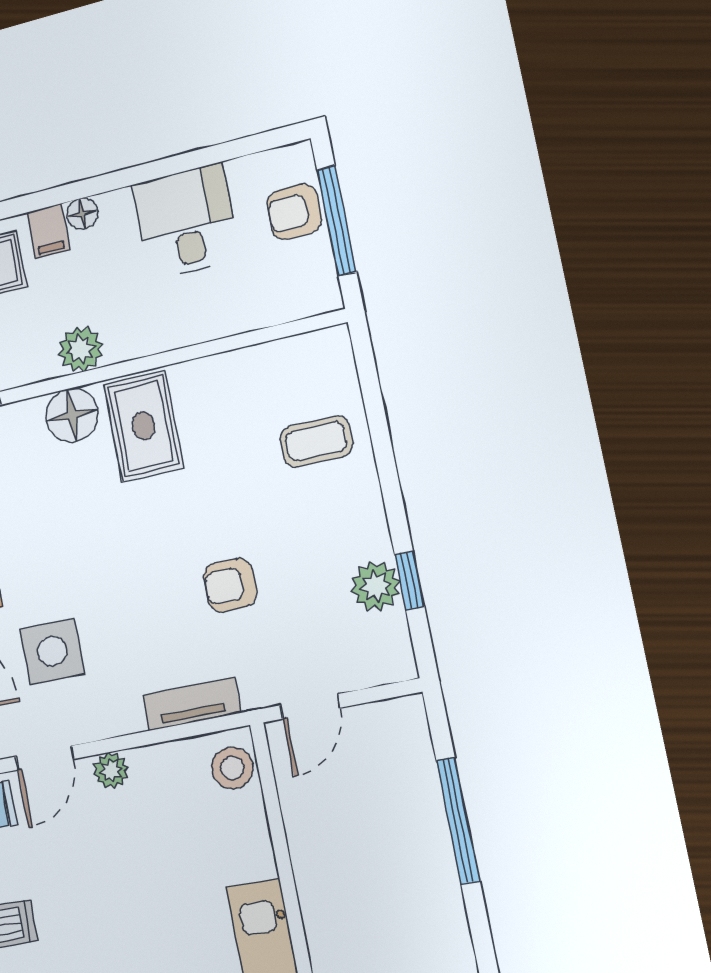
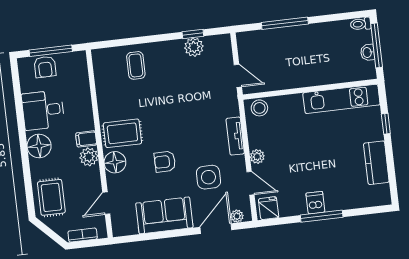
floor lamp: (82, 214) -> (39, 146), width x1.89, depth x1.89
filing cabinet: (48, 231) -> (86, 139), moved, turned 180
armchair: (230, 585) -> (165, 162), moved, turned 90
tv unit: (192, 704) -> (235, 136), moved

